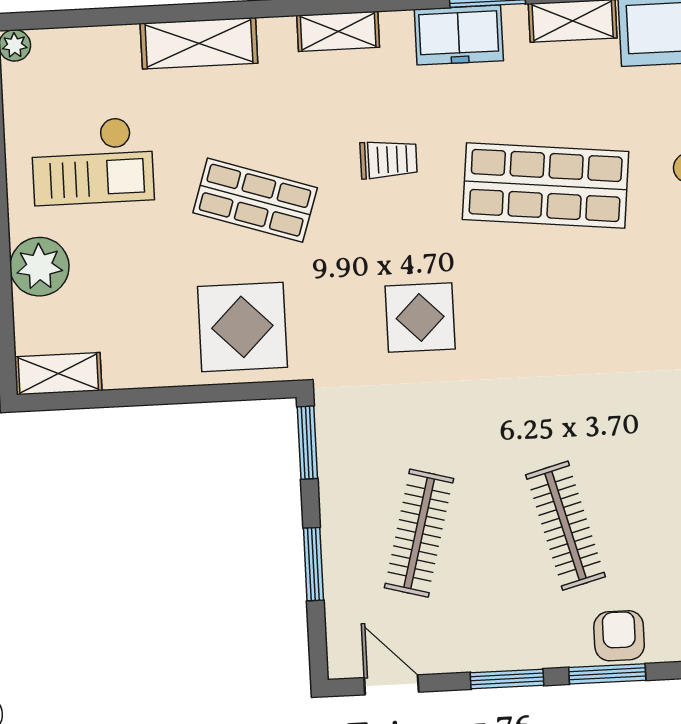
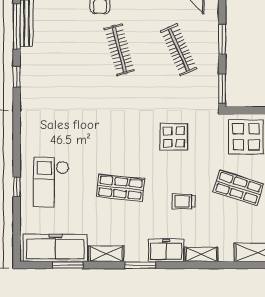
freezer: (459, 35) -> (166, 250), moved
shop shelf: (546, 185) -> (120, 188), width x0.70, depth x0.74
clothes rail: (419, 533) -> (179, 50), turned -39

